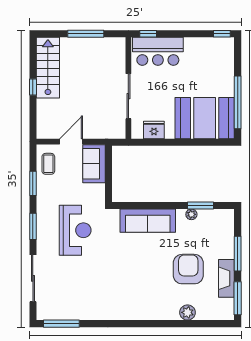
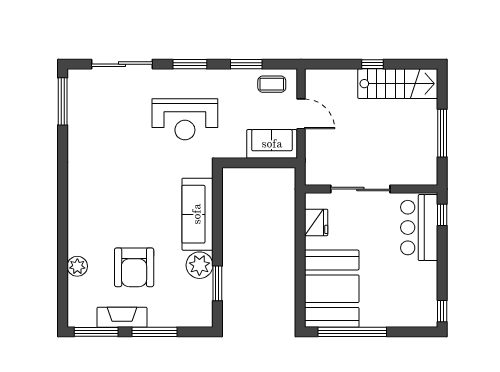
plant: (191, 214) -> (199, 265), width x1.88, depth x1.88
armchair: (188, 269) -> (134, 267), turned 90

